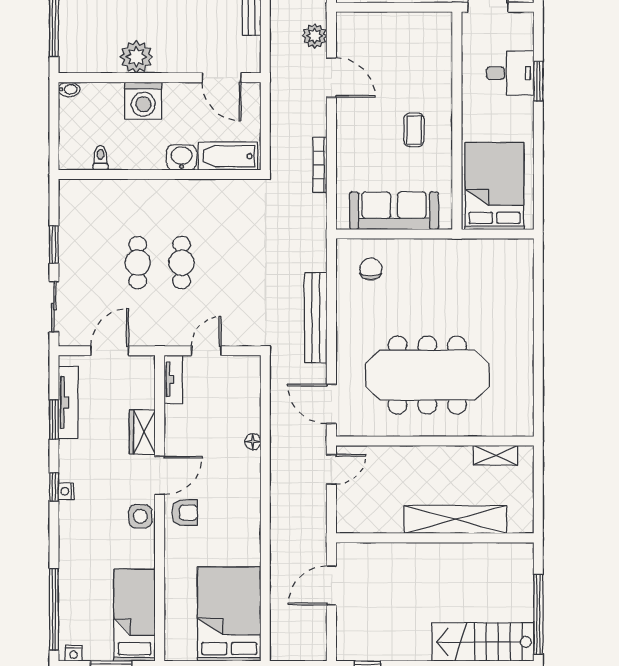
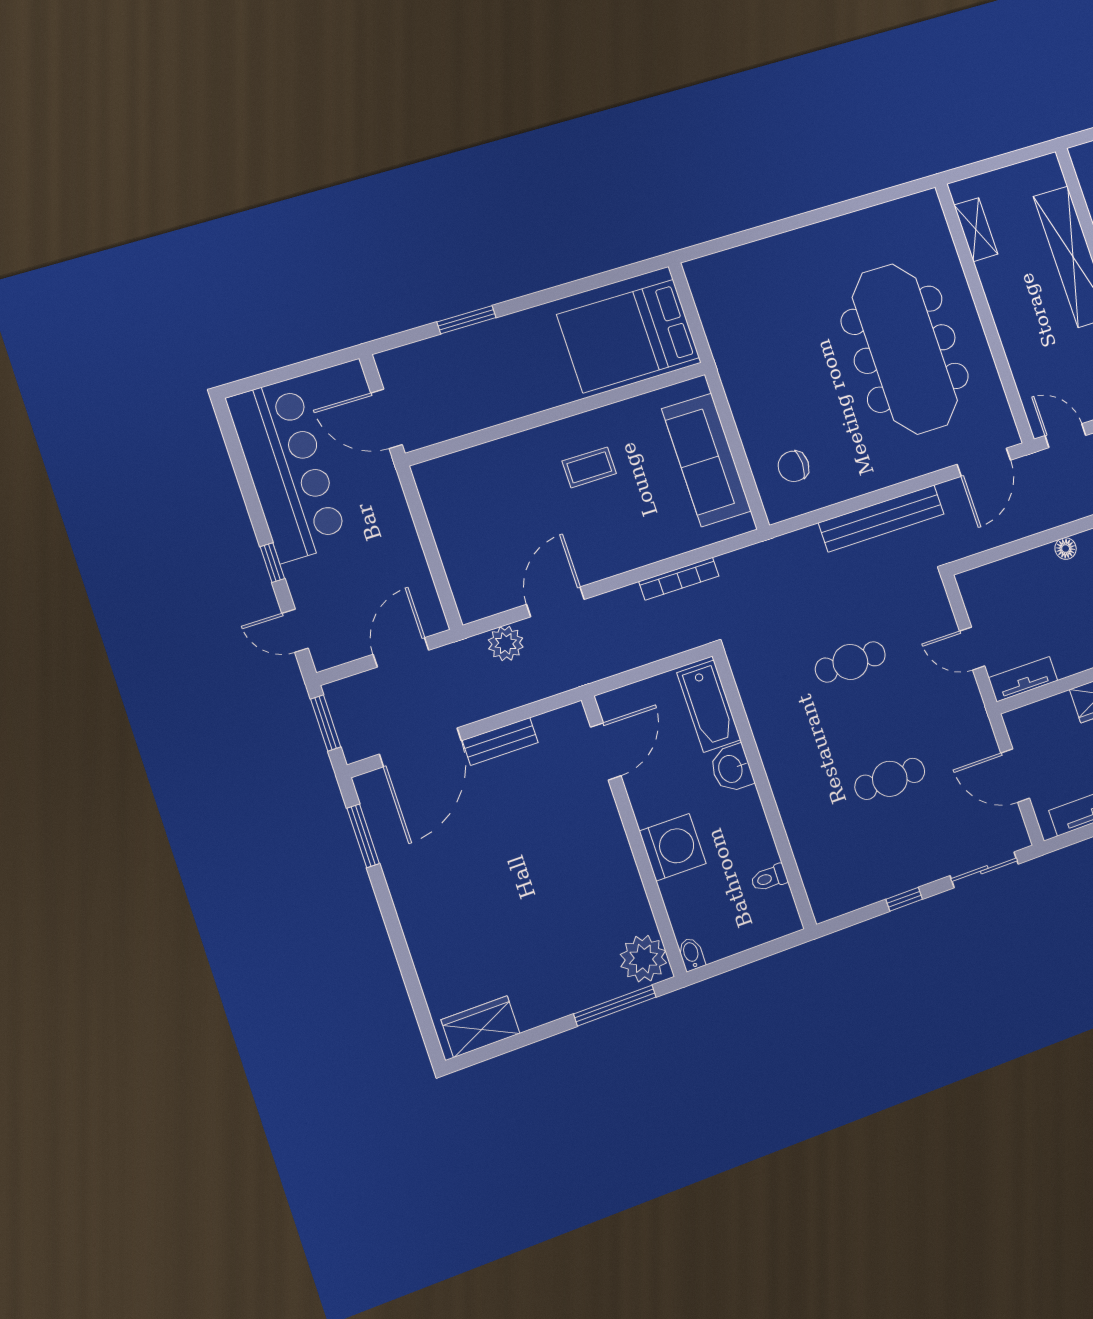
plant: (136, 57) -> (643, 959), moved
desk: (510, 73) -> (468, 361), removed
window: (54, 245) -> (904, 899), width x0.67
cafe table: (182, 263) -> (850, 662), moved

